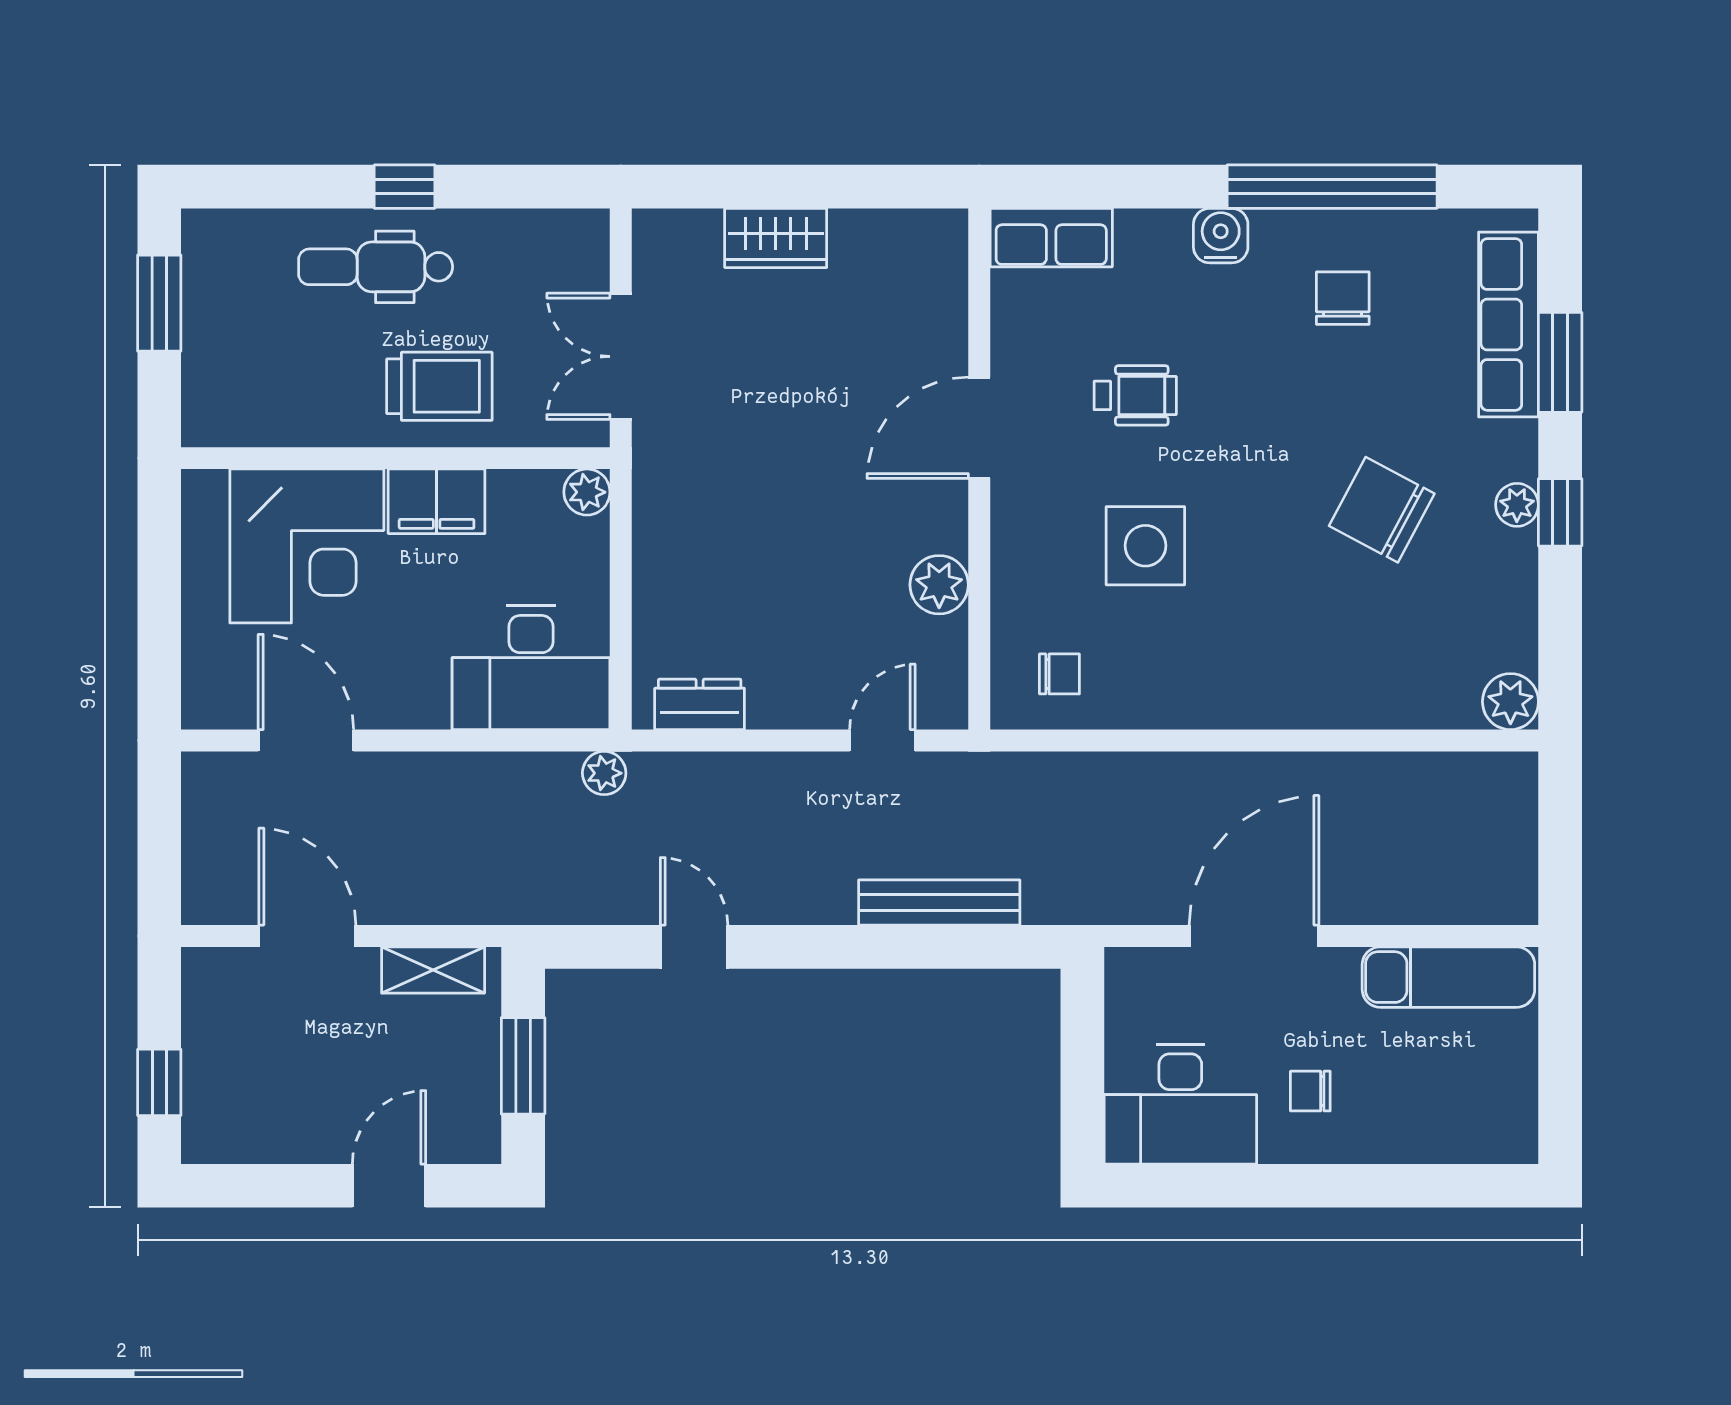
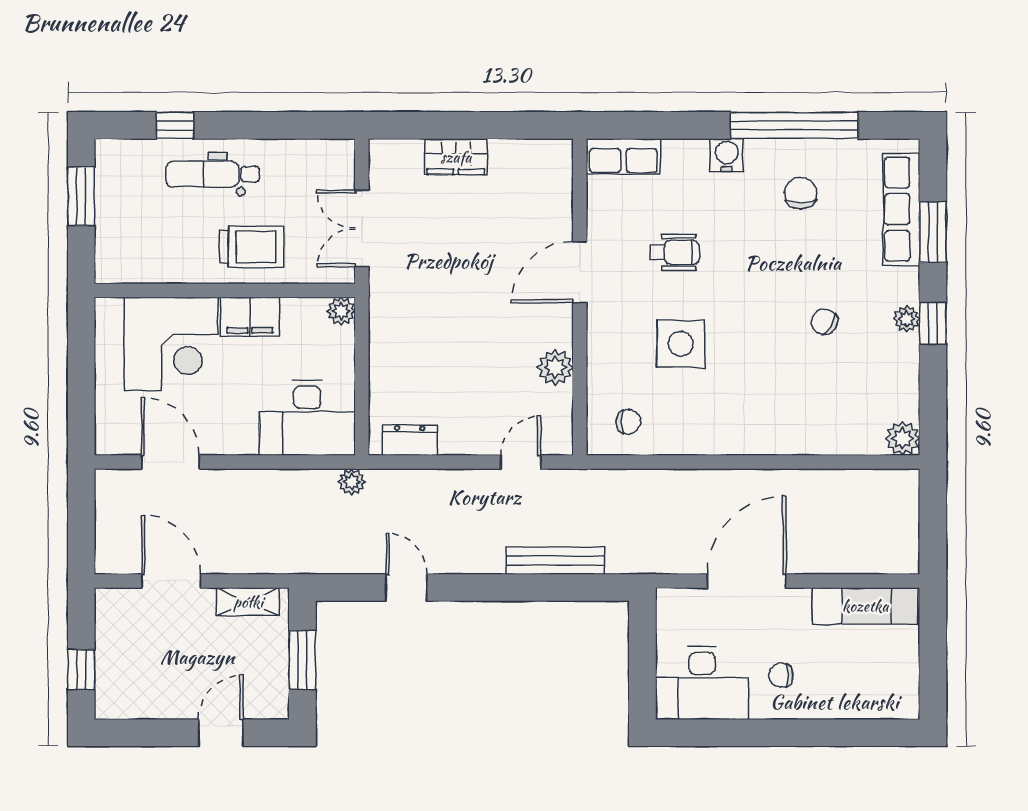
window: (405, 187) -> (175, 125), moved
chair: (1382, 510) -> (824, 322), width x0.54, depth x0.54

